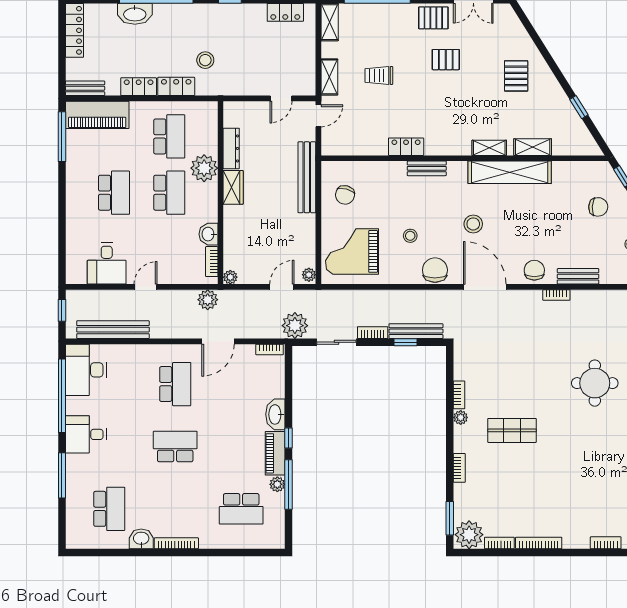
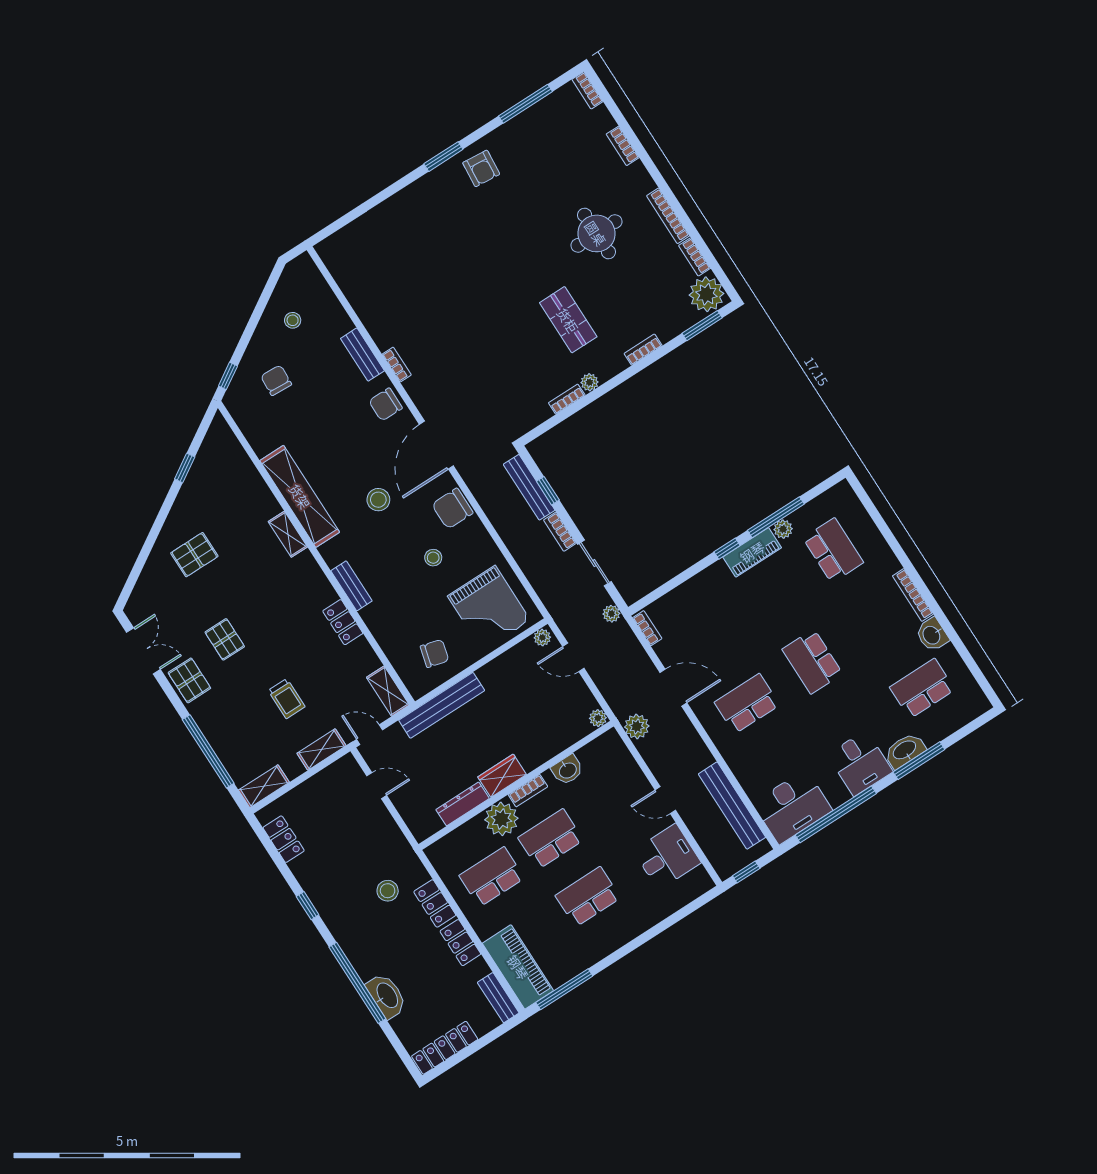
shelving: (533, 147) -> (388, 691), moved
bookcase: (212, 262) -> (528, 791), moved
plant: (295, 326) -> (611, 614), width x0.53, depth x0.53
round table: (595, 383) -> (596, 233), moved
washbasin: (275, 414) -> (905, 750), moved, turned 180

